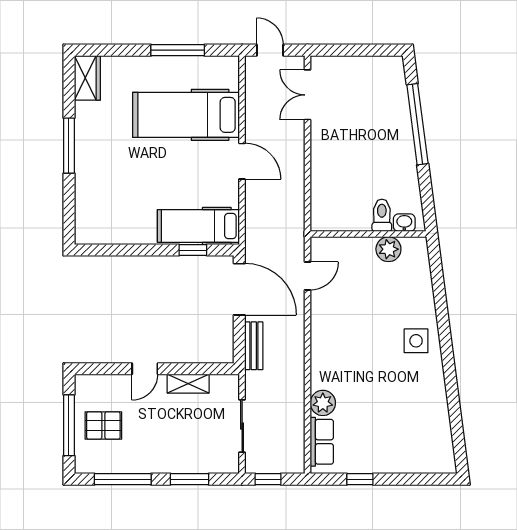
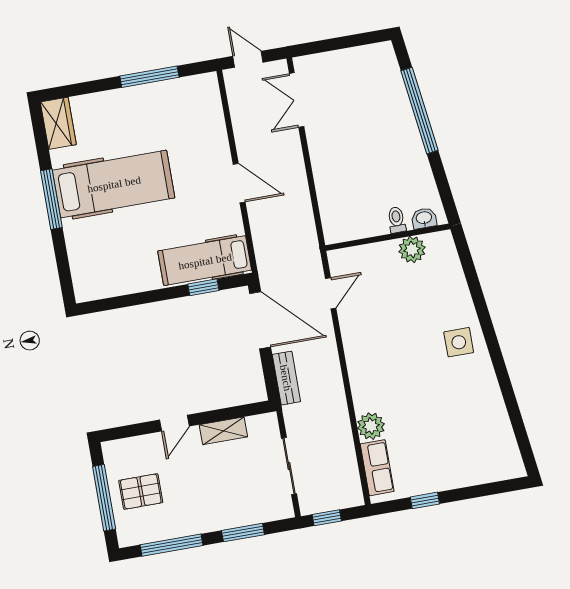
hospital bed: (186, 115) -> (114, 184), moved, turned 180
toilet: (382, 215) -> (397, 220), width x0.73, depth x0.72

